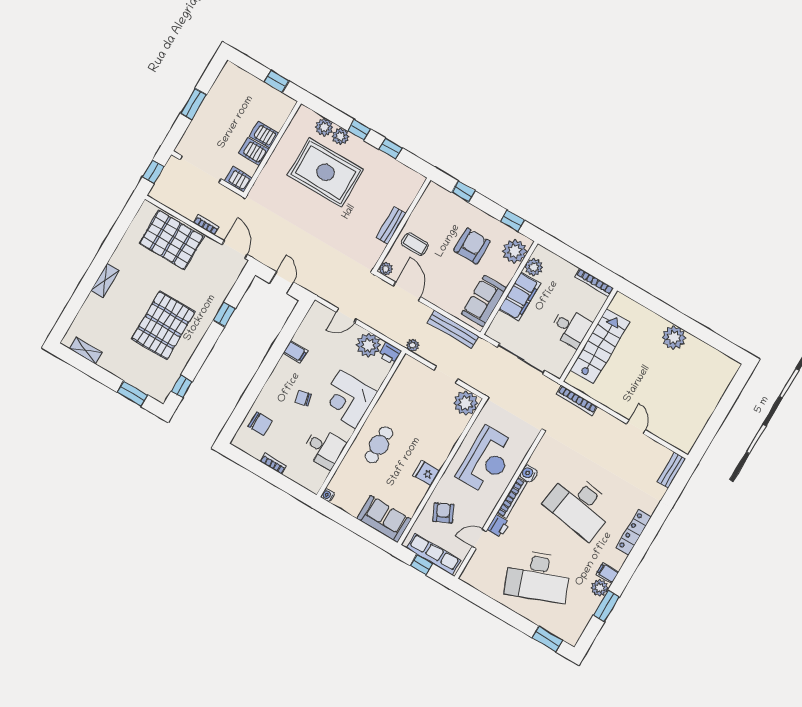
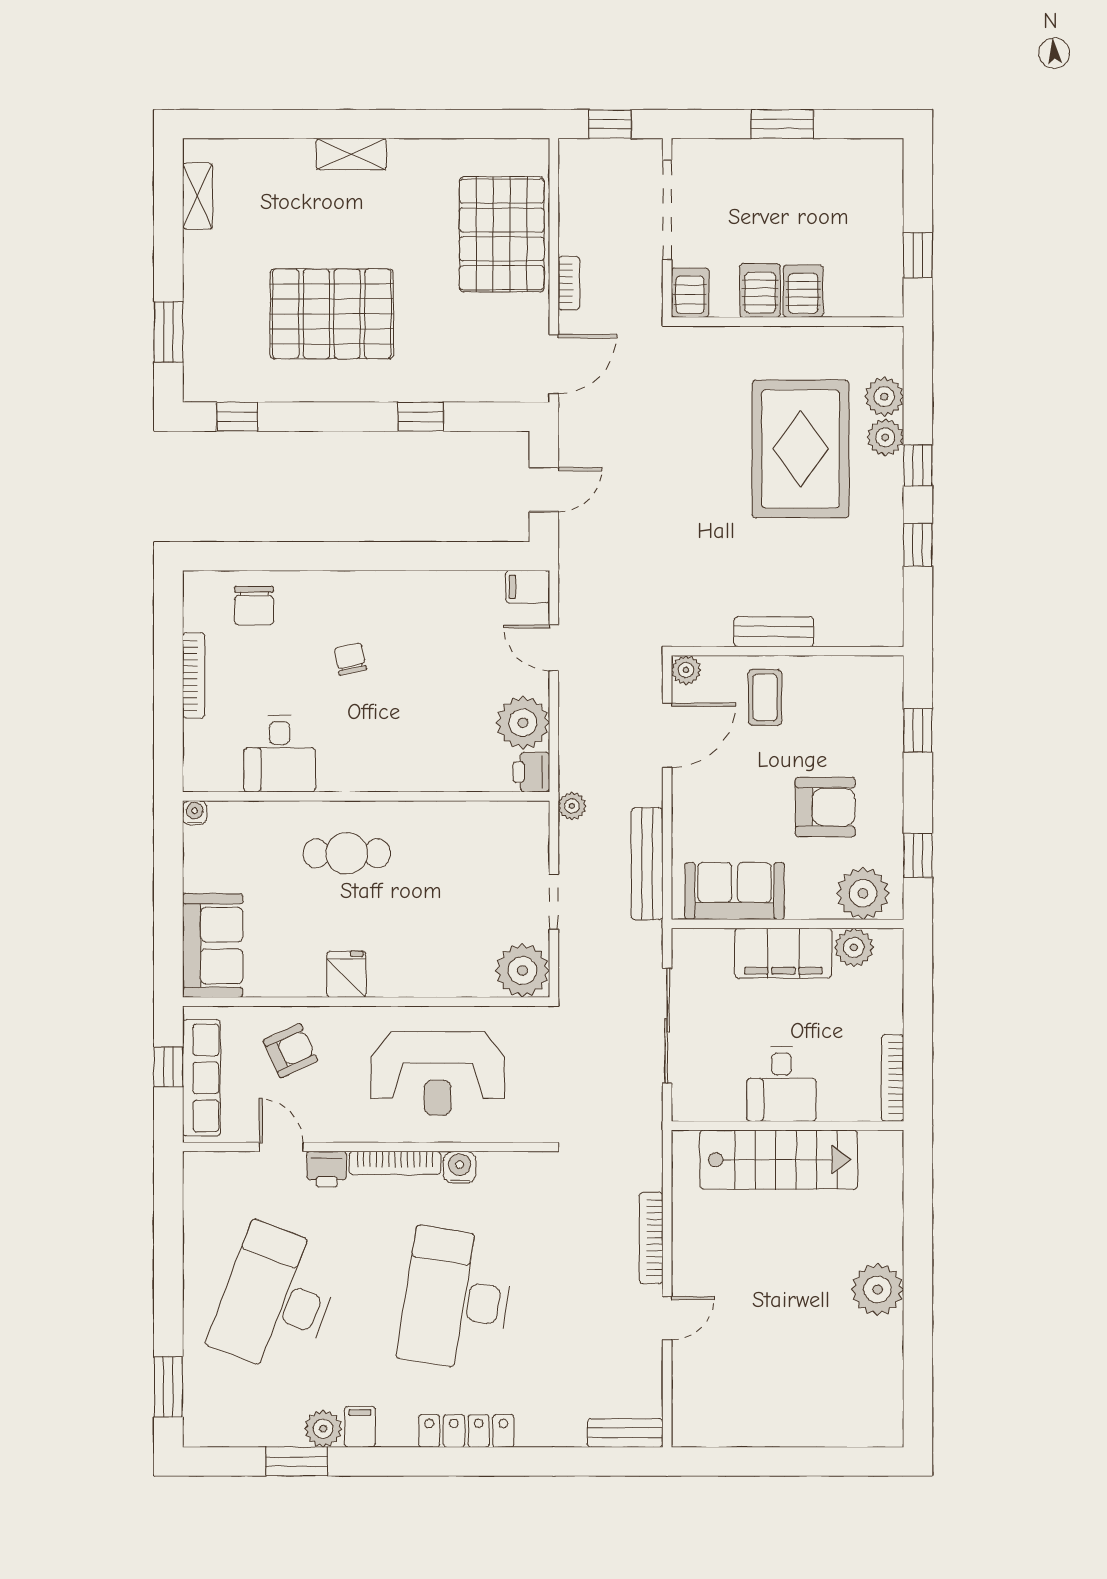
filing cabinet: (295, 352) -> (528, 587), moved, turned 90
corner desk: (348, 399) -> (398, 744), removed
bookcase: (577, 400) -> (651, 1238), moved
bookcase: (273, 464) -> (194, 675), width x1.56
desk: (538, 576) -> (276, 1299), turned 42

